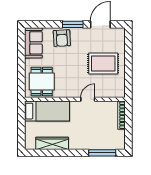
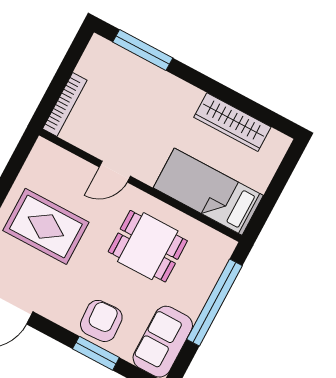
window: (73, 24) -> (96, 353), moved
window: (21, 69) -> (214, 303), added
dining table: (42, 81) -> (148, 246), moved, turned 90

